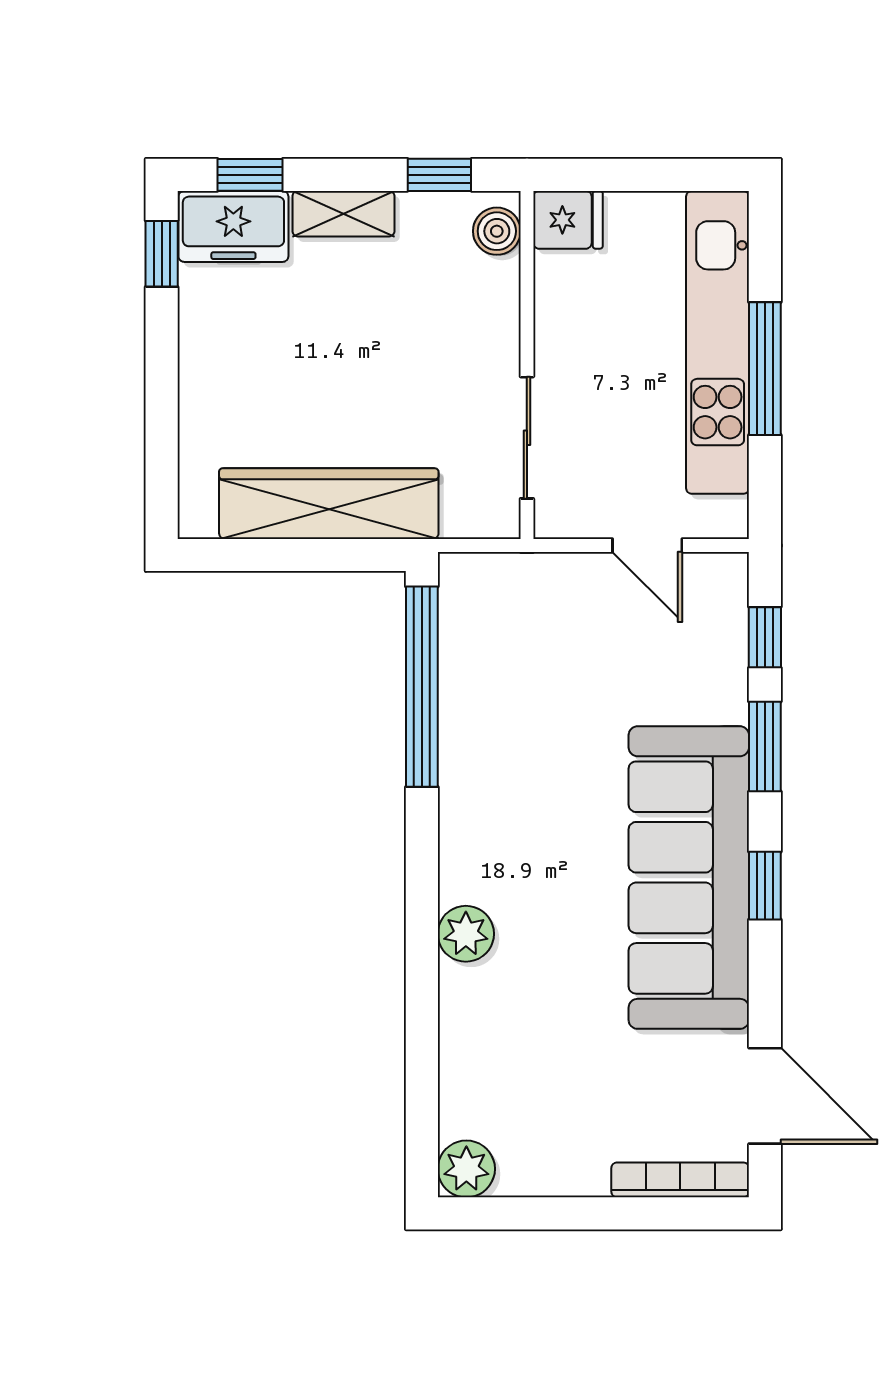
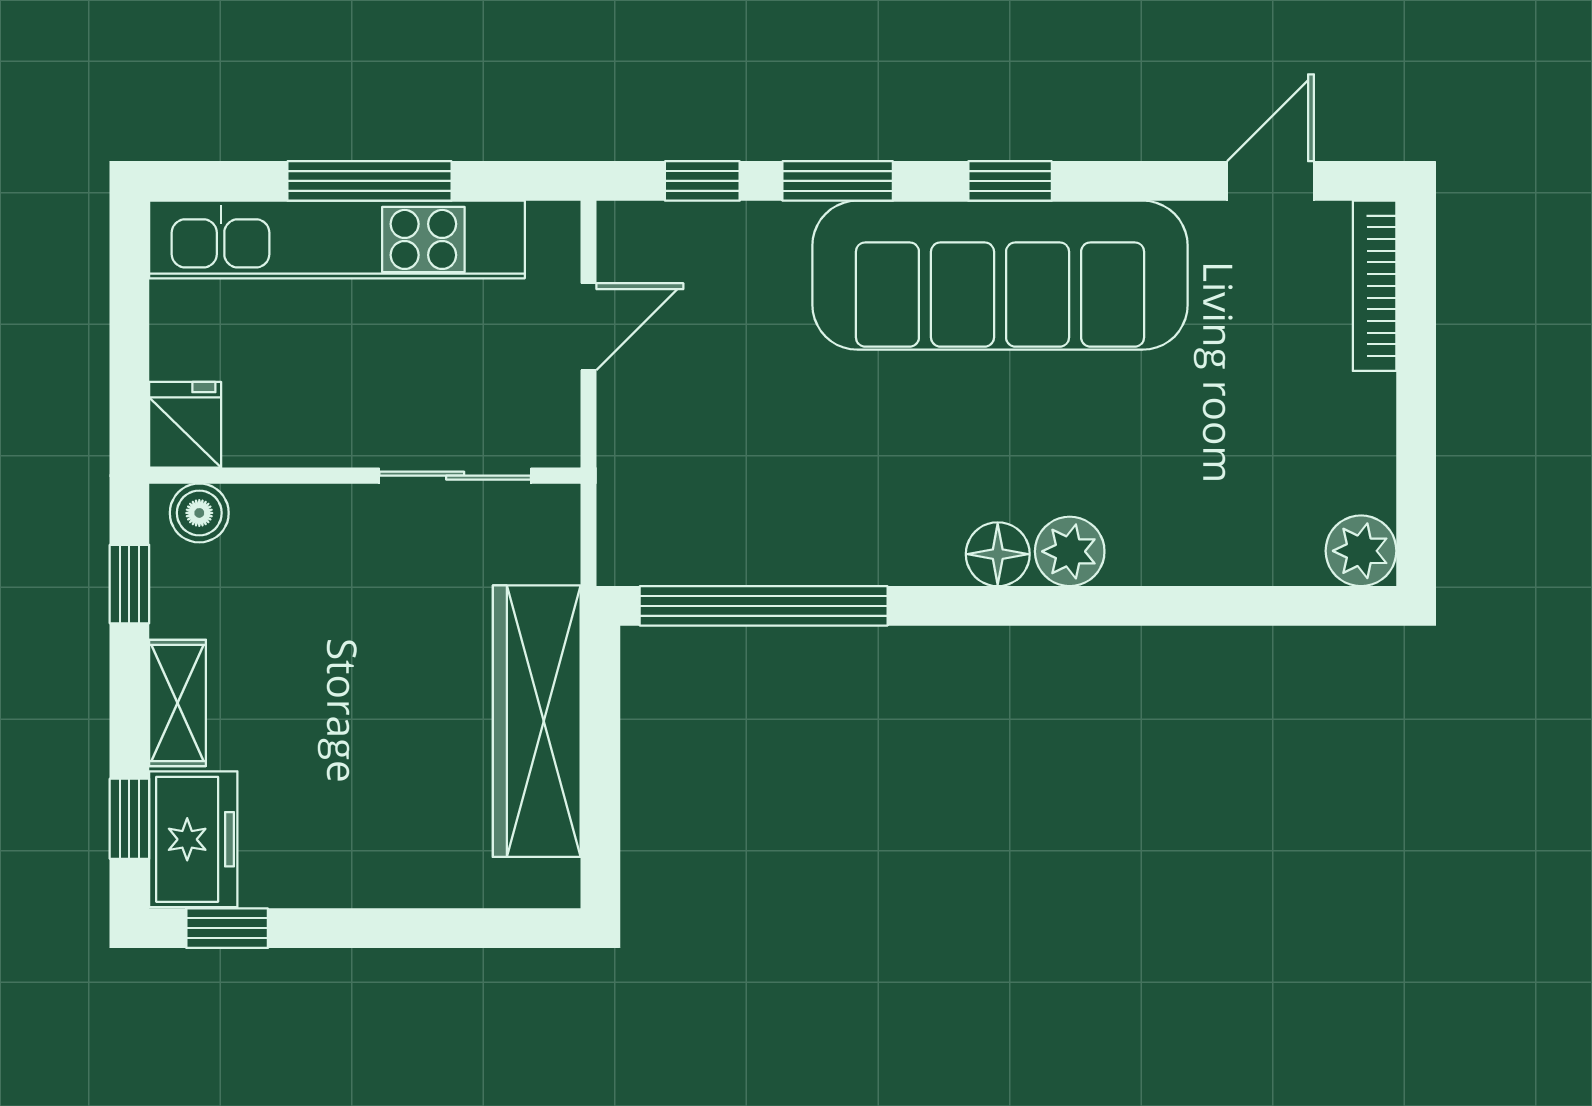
floor lamp: (464, 876) -> (998, 554), added
door: (765, 1096) -> (1271, 181), width x0.73

